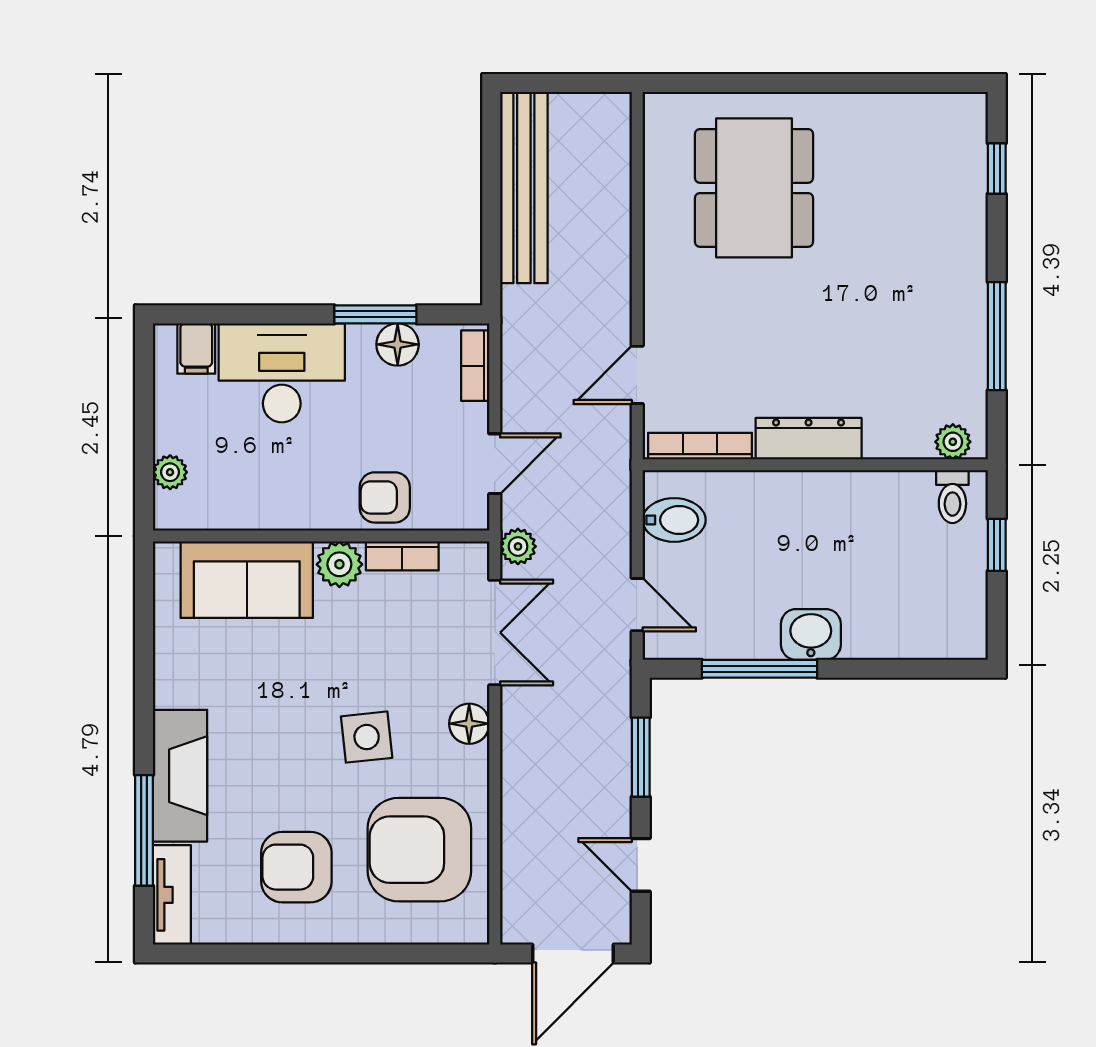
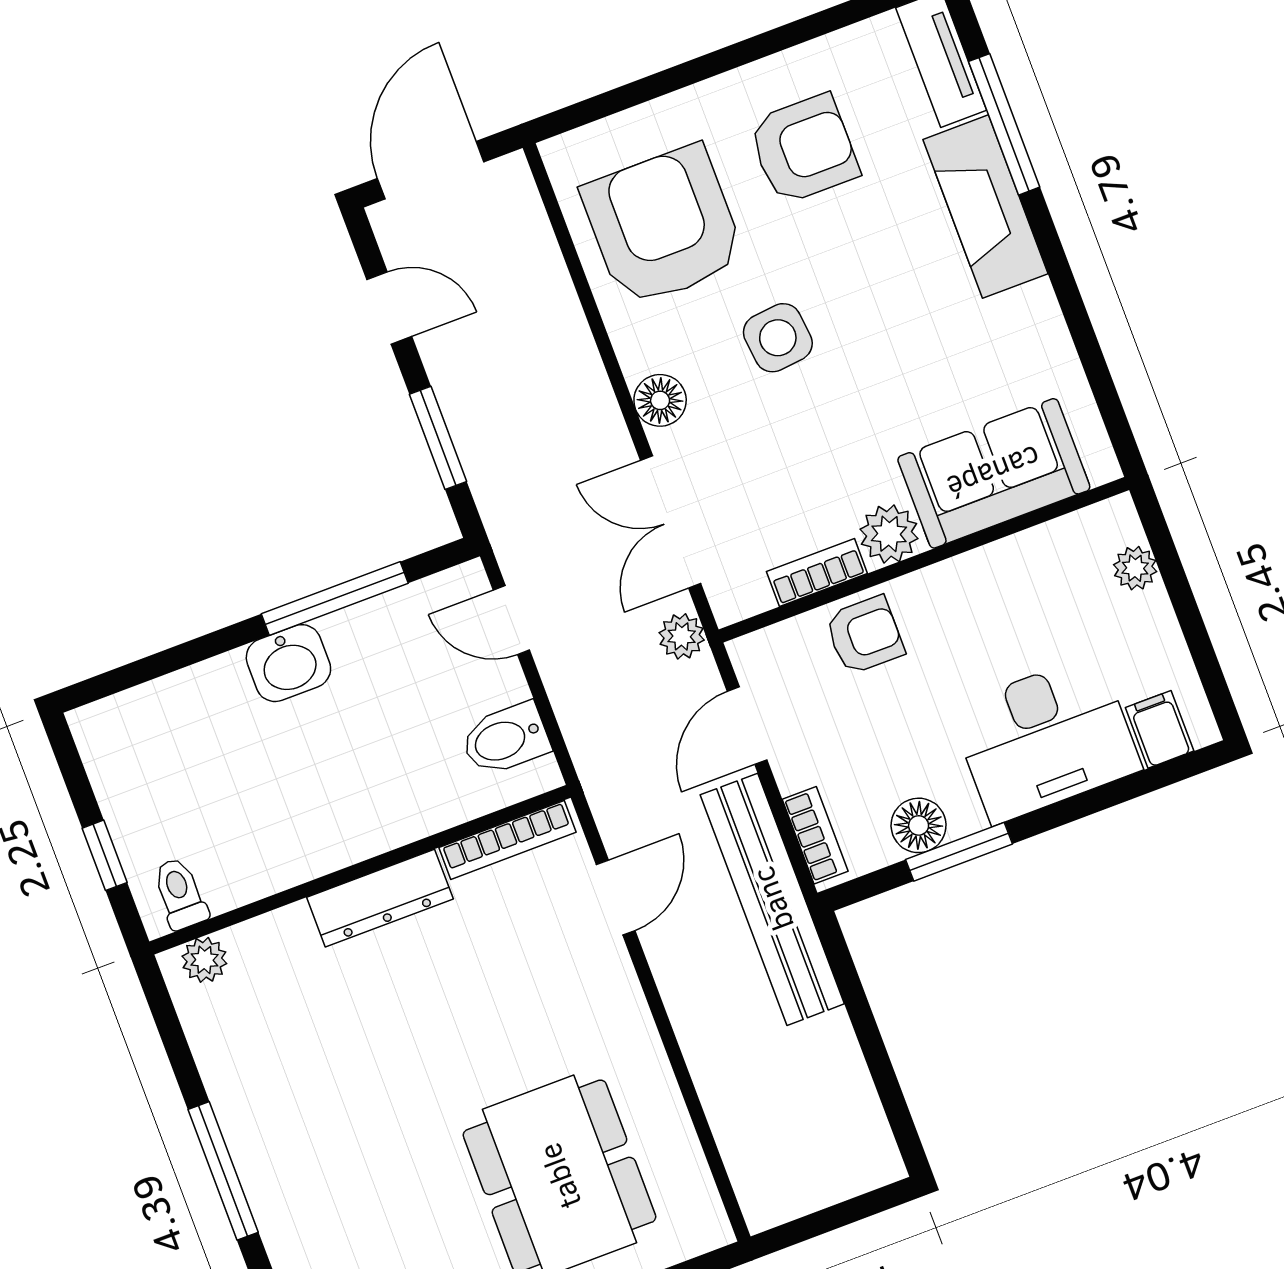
bench: (524, 187) -> (772, 899), moved
window: (997, 336) -> (223, 1171), moved
armchair: (419, 850) -> (663, 226), turned -90

